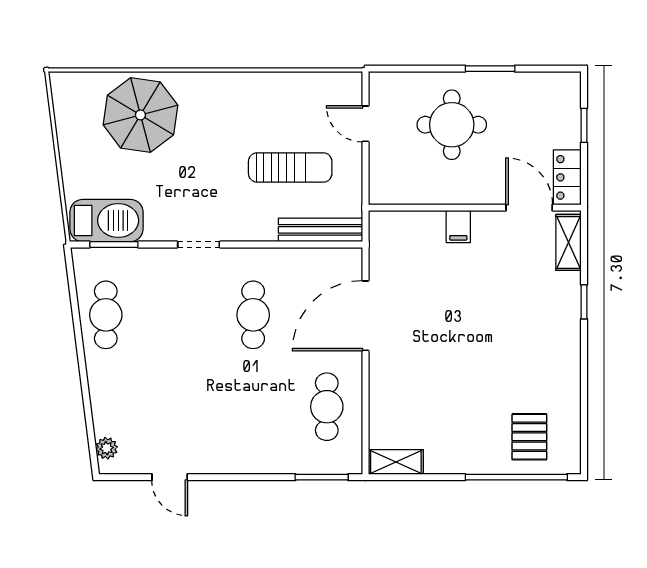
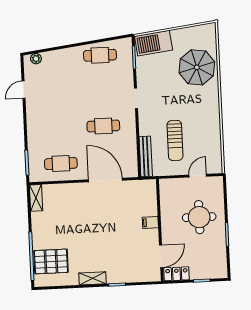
barbecue: (106, 221) -> (154, 43), moved, turned 83
shelving: (569, 242) -> (93, 278), moved
pallet: (529, 437) -> (51, 261), width x1.50, depth x1.42

